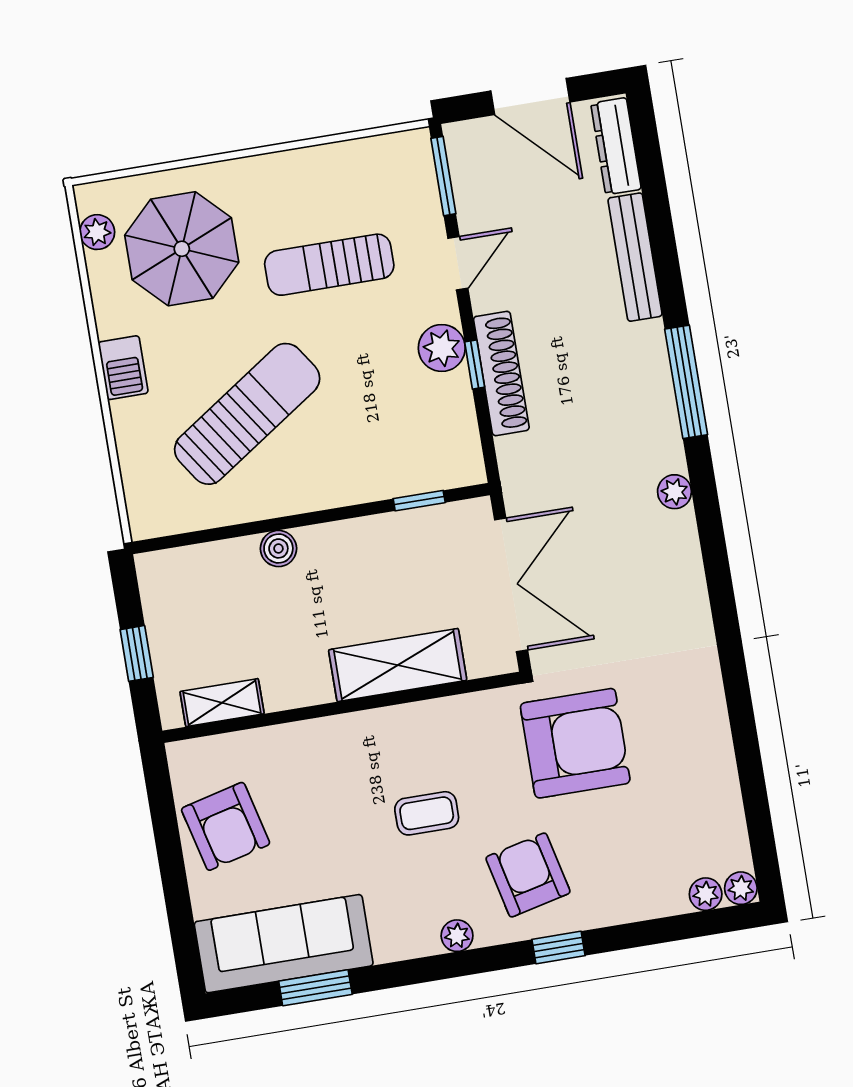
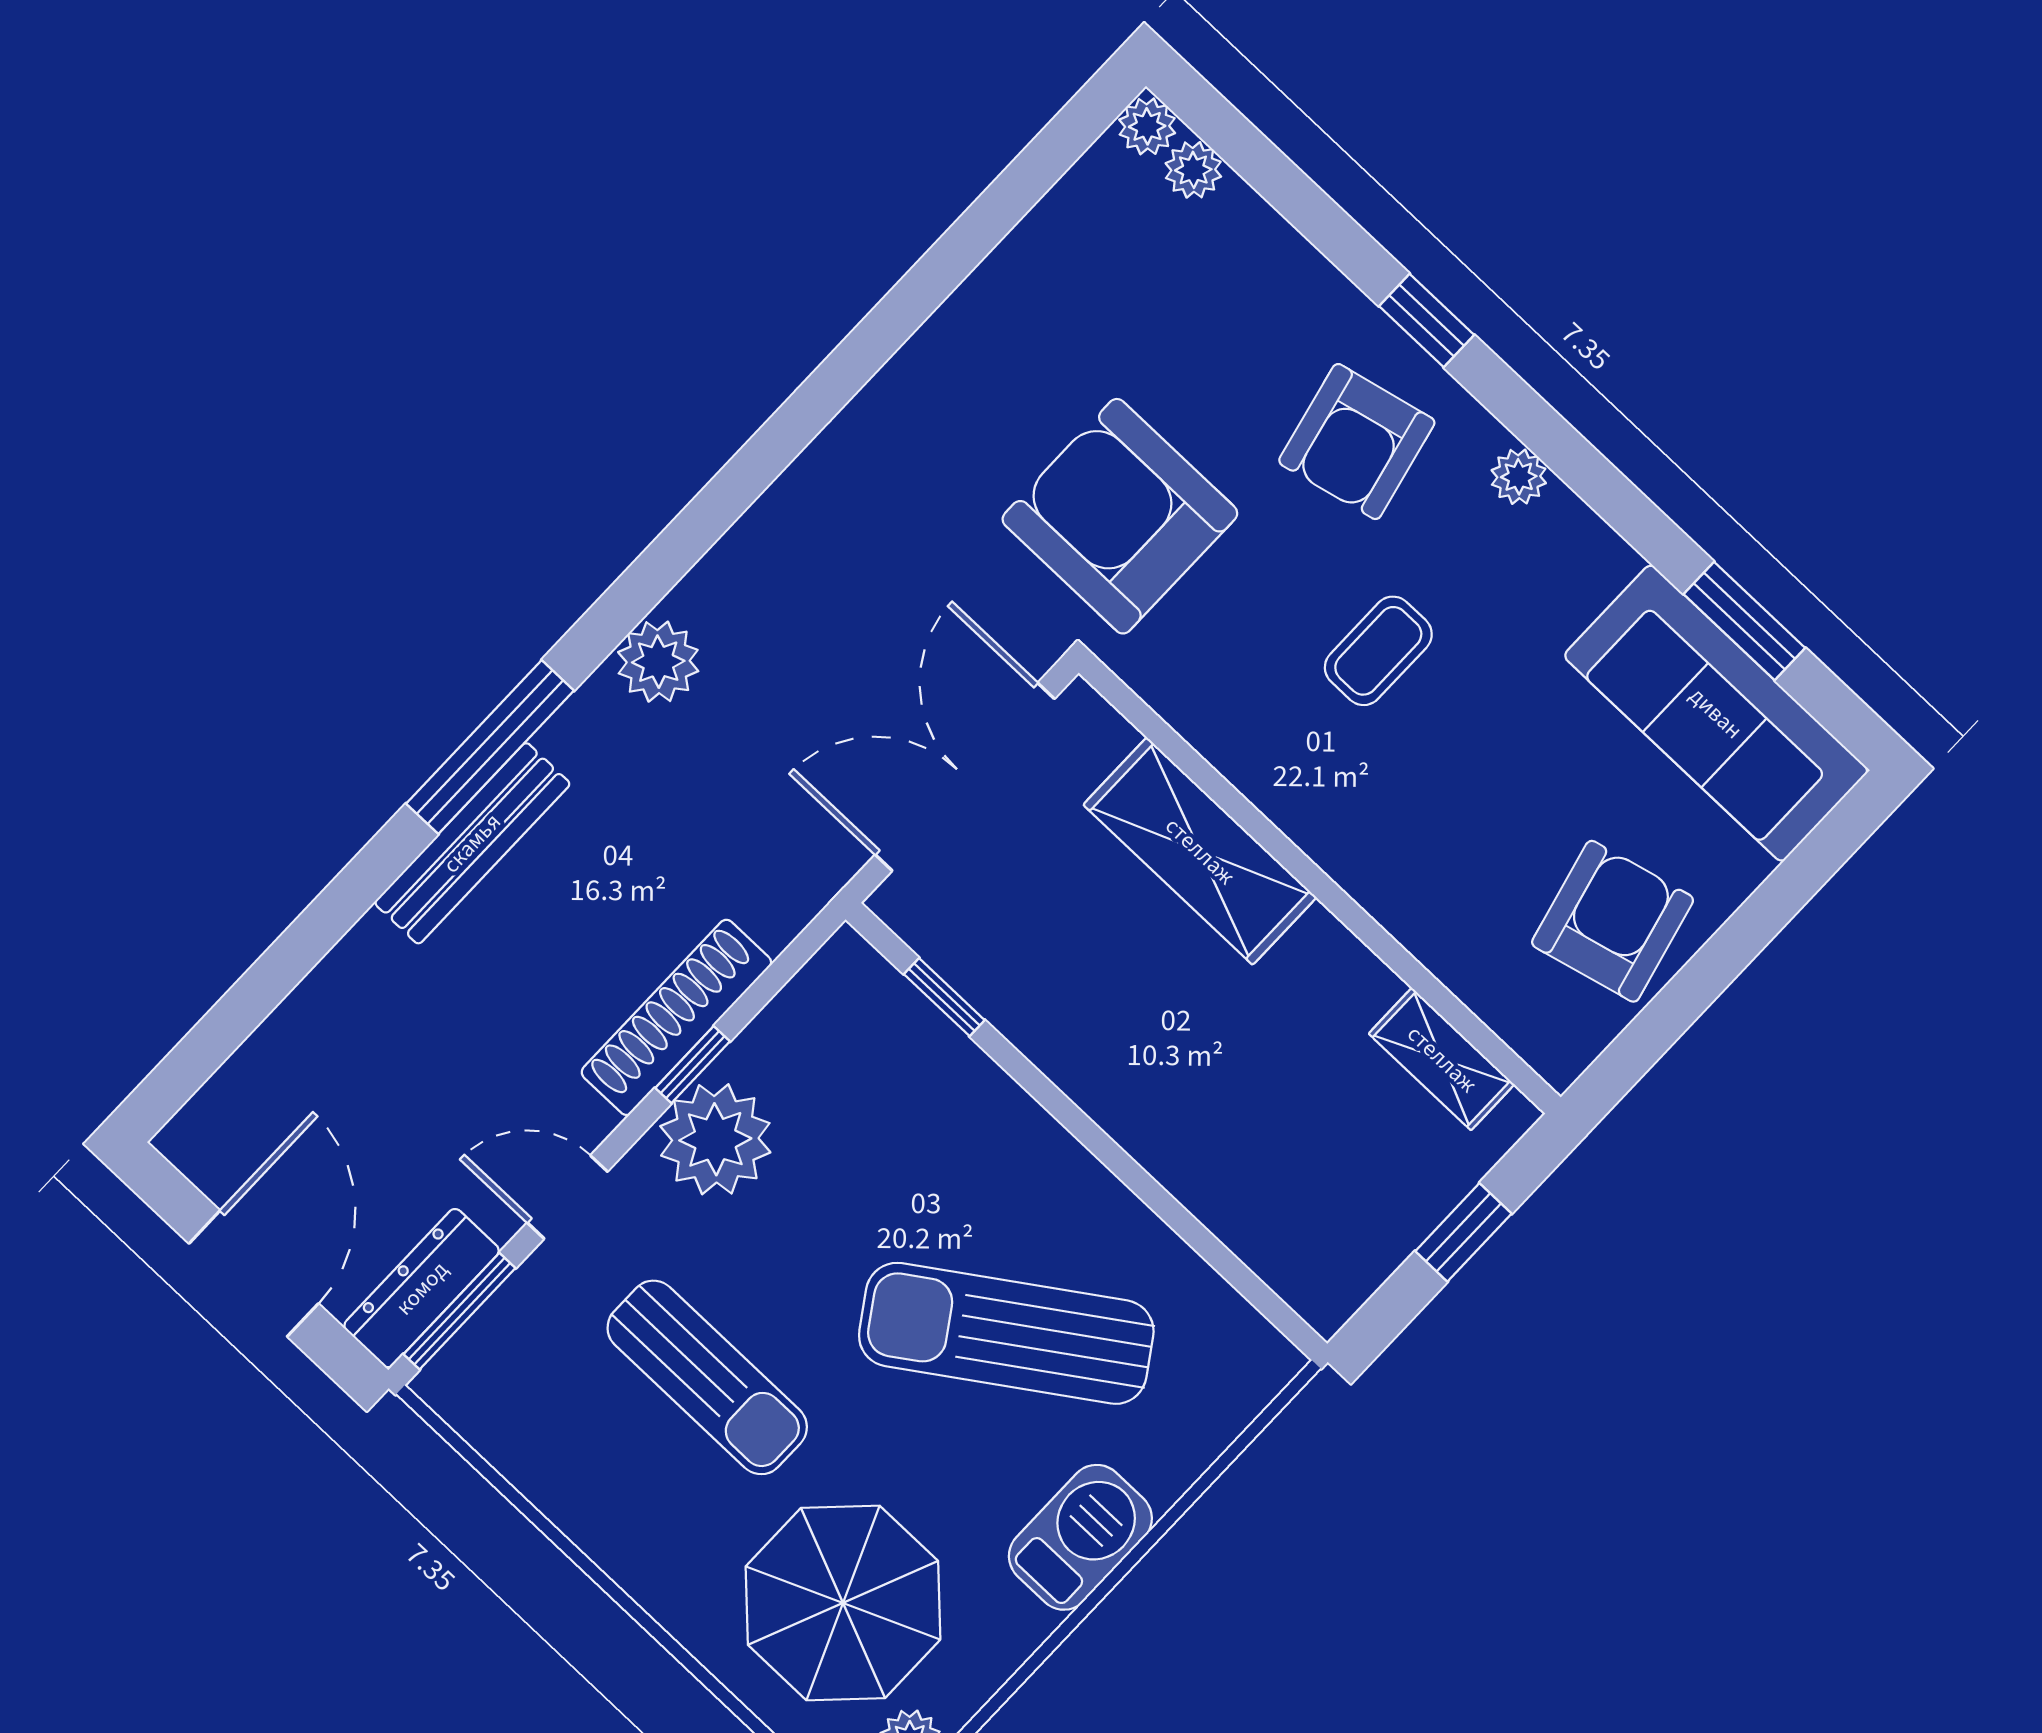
dresser: (616, 146) -> (422, 1288), moved, turned 180
bench: (635, 257) -> (472, 843), moved
plant: (442, 348) -> (715, 1139), width x1.36, depth x1.36
barbecue: (123, 368) -> (1080, 1537), width x1.38, depth x1.27
plant: (674, 492) -> (658, 662), width x1.38, depth x1.38
boiler: (278, 548) -> (1163, 1145), removed
coffee table: (427, 813) -> (1378, 651), turned 90

